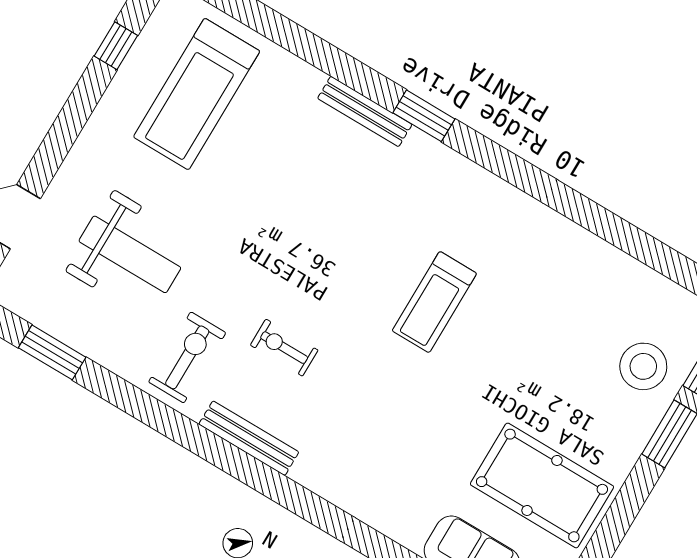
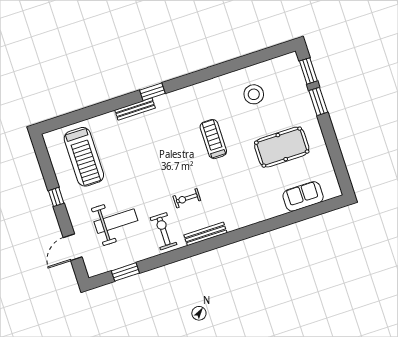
window: (116, 46) -> (56, 197), moved
treadmill: (434, 302) -> (213, 139), turned 180
stool: (643, 366) -> (254, 94), moved
pool table: (542, 485) -> (282, 147), moved

